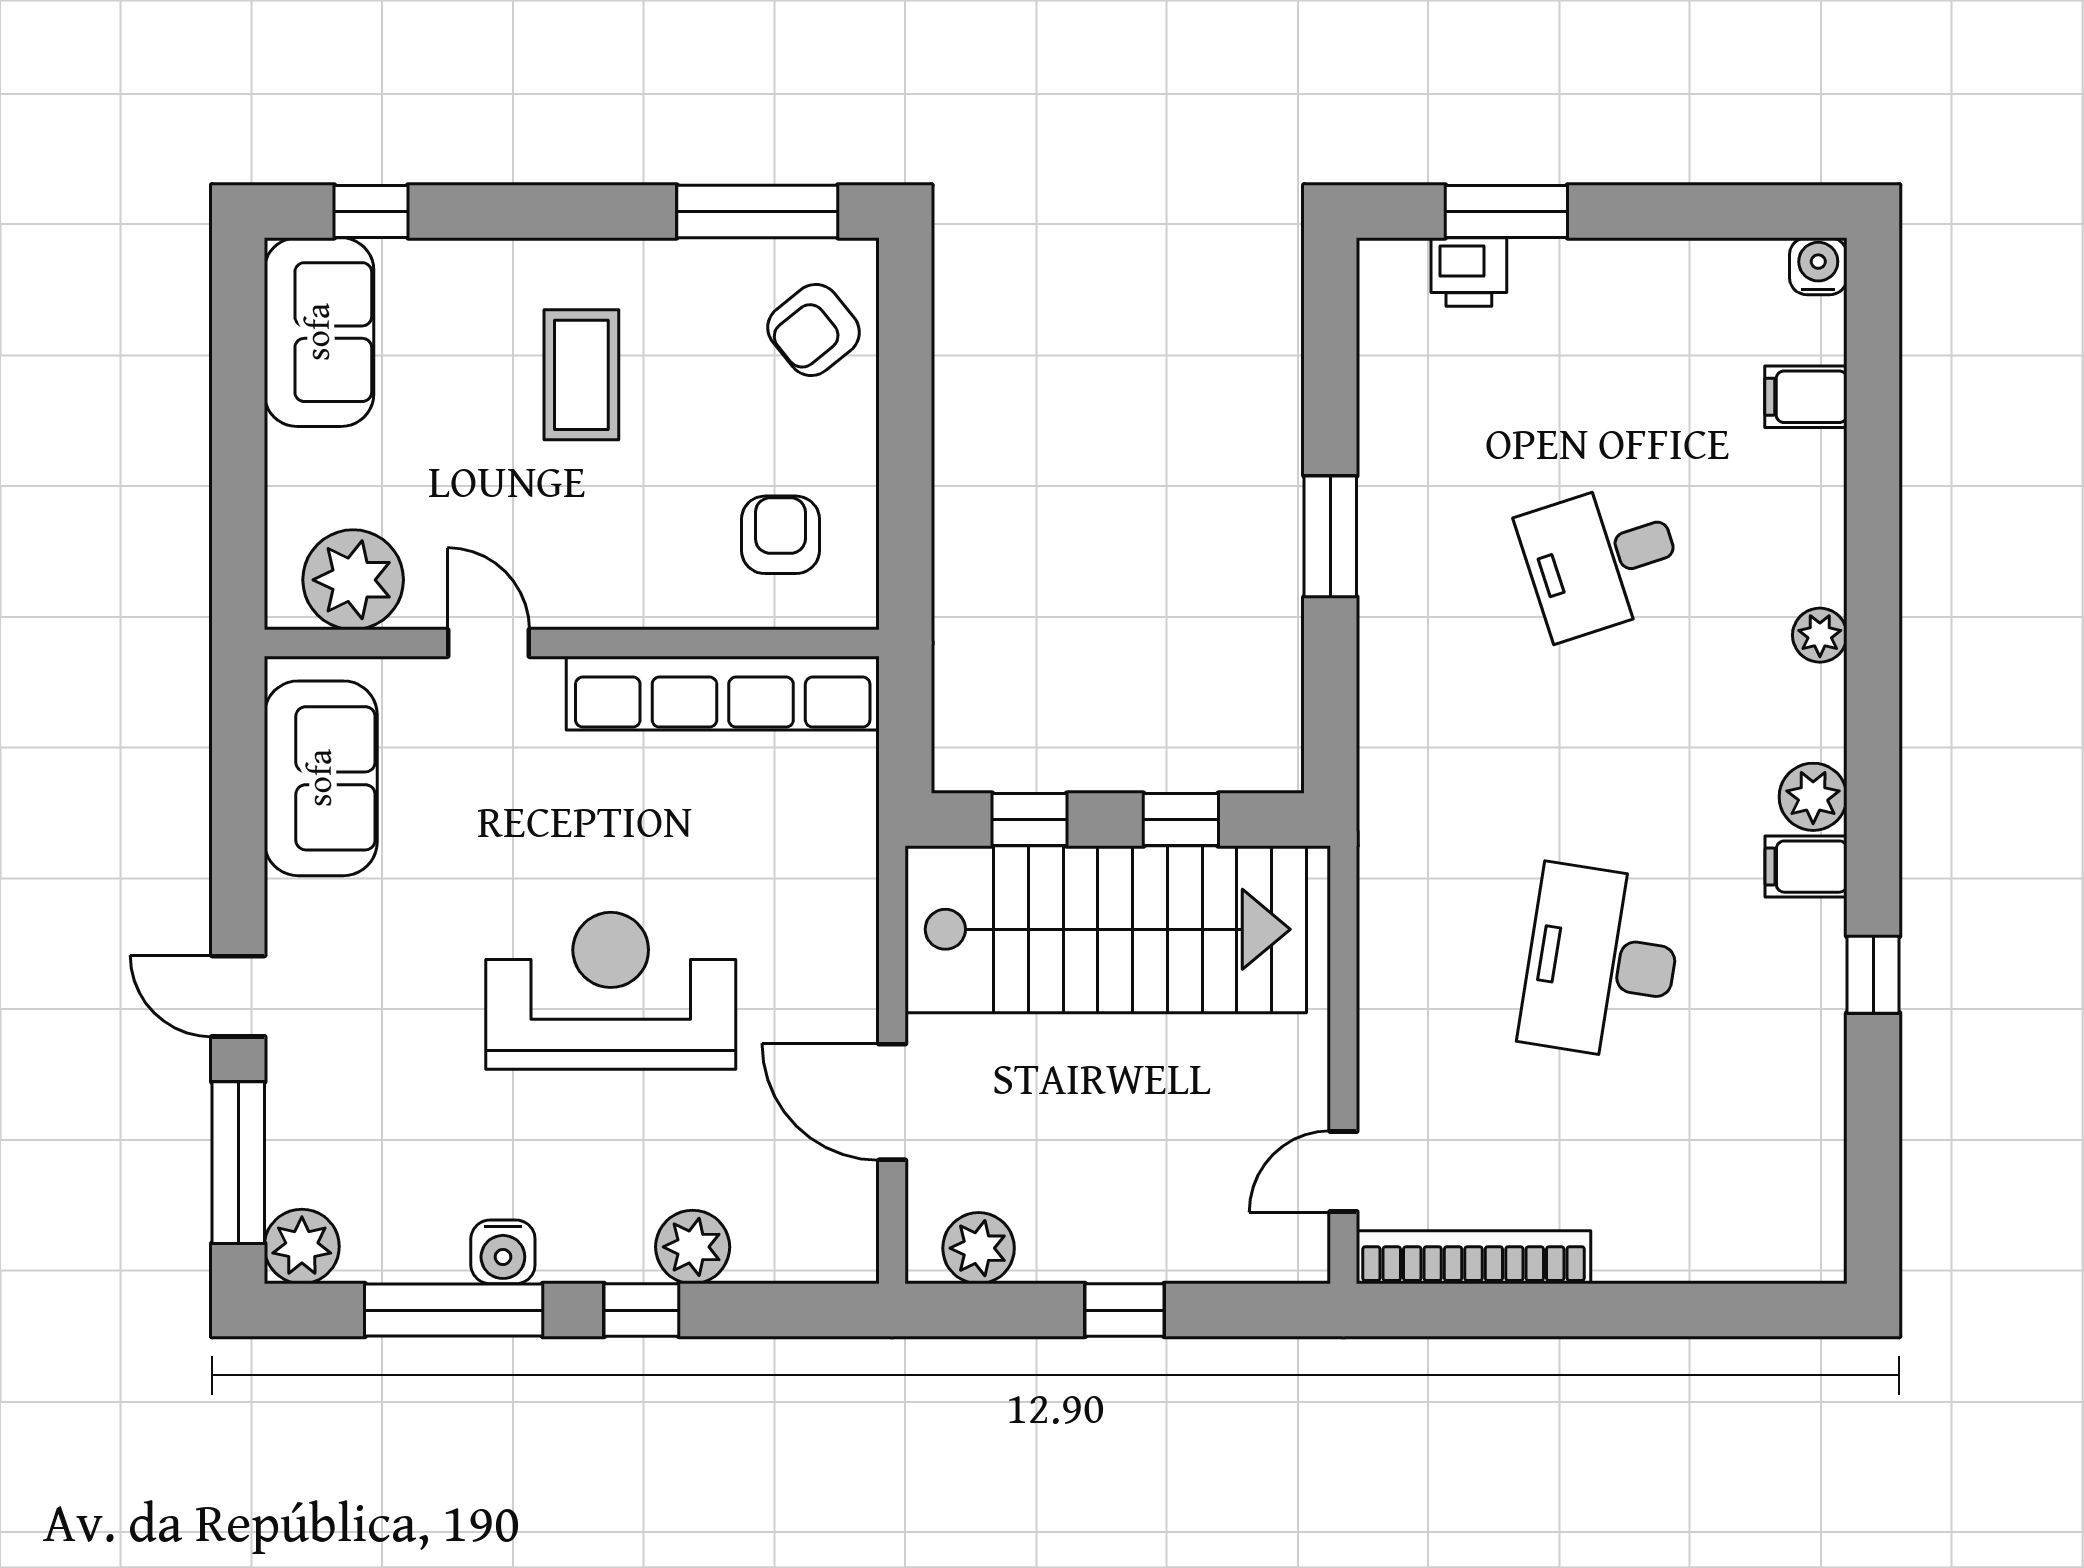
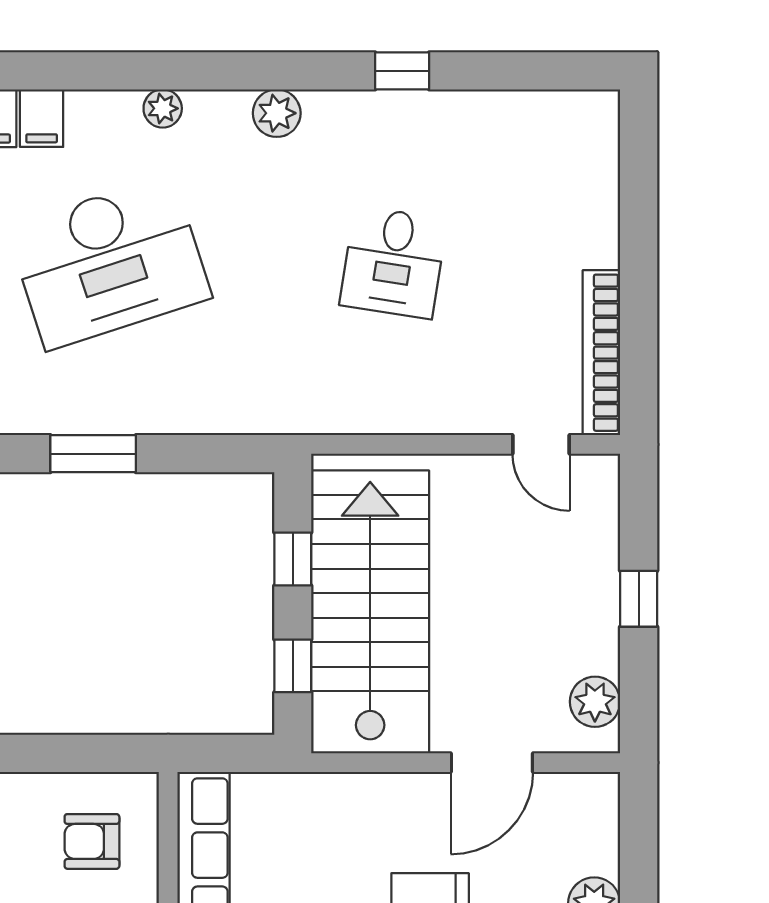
desk: (1602, 559) -> (109, 262), width x1.87, depth x1.30
filing cabinet: (1806, 867) -> (42, 118), moved
desk: (1602, 962) -> (393, 262), width x0.73

